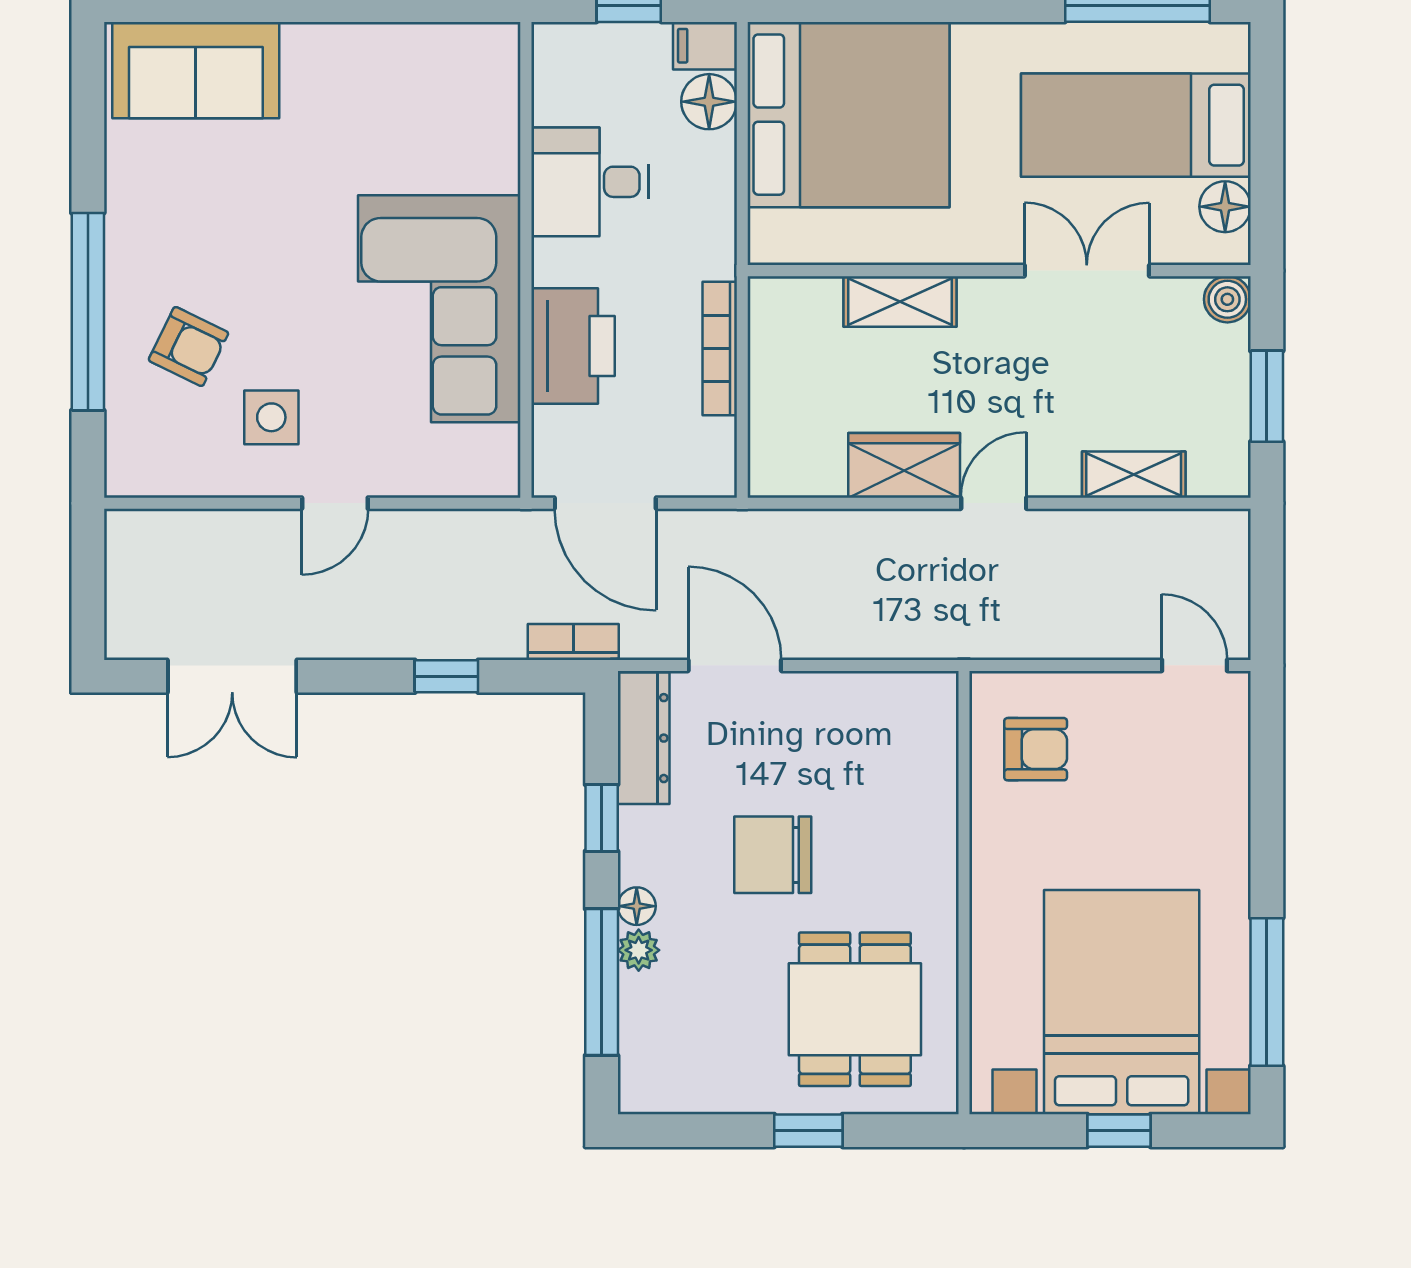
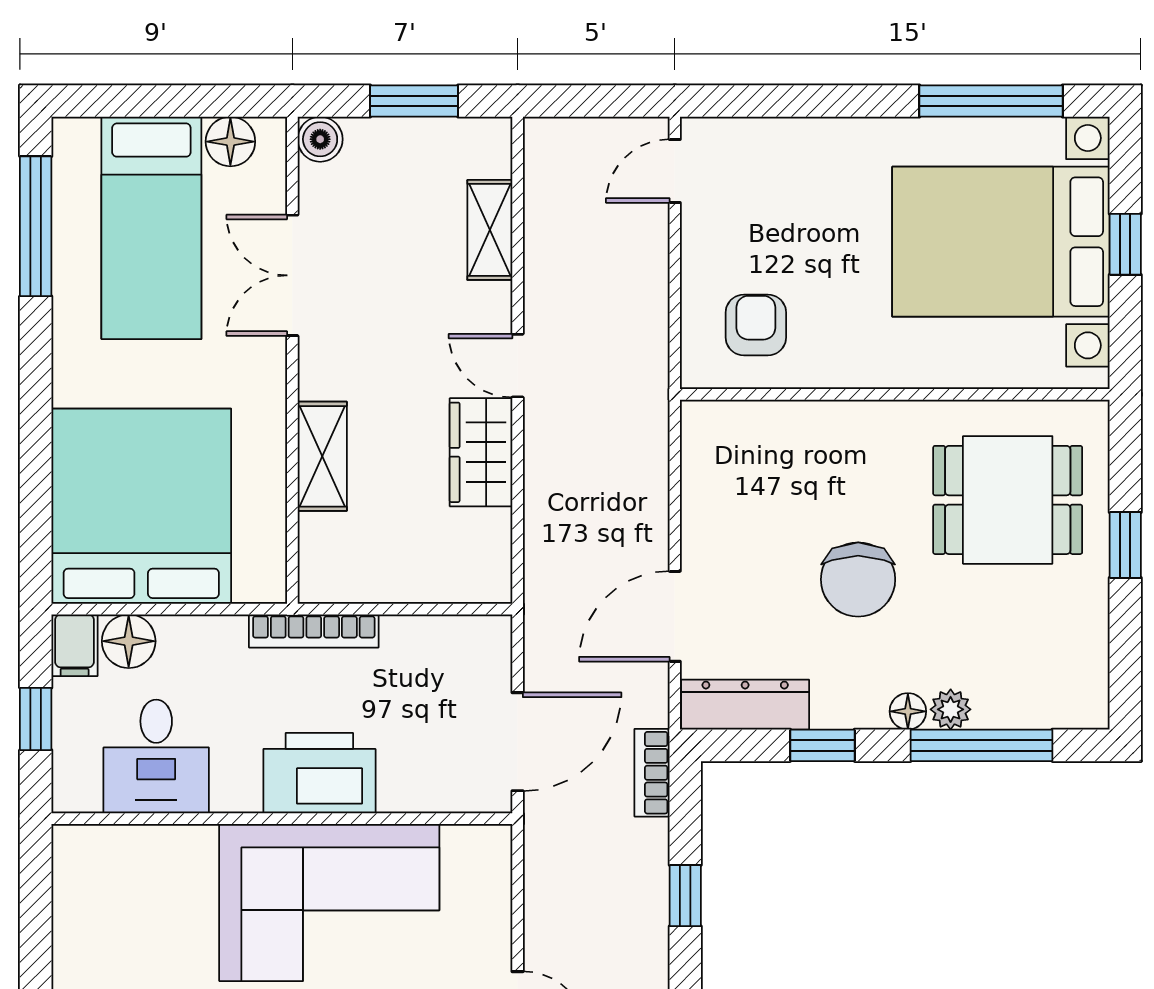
desk: (590, 182) -> (156, 756), moved
printer: (573, 346) -> (319, 773), moved
bookcase: (720, 349) -> (314, 631), moved

